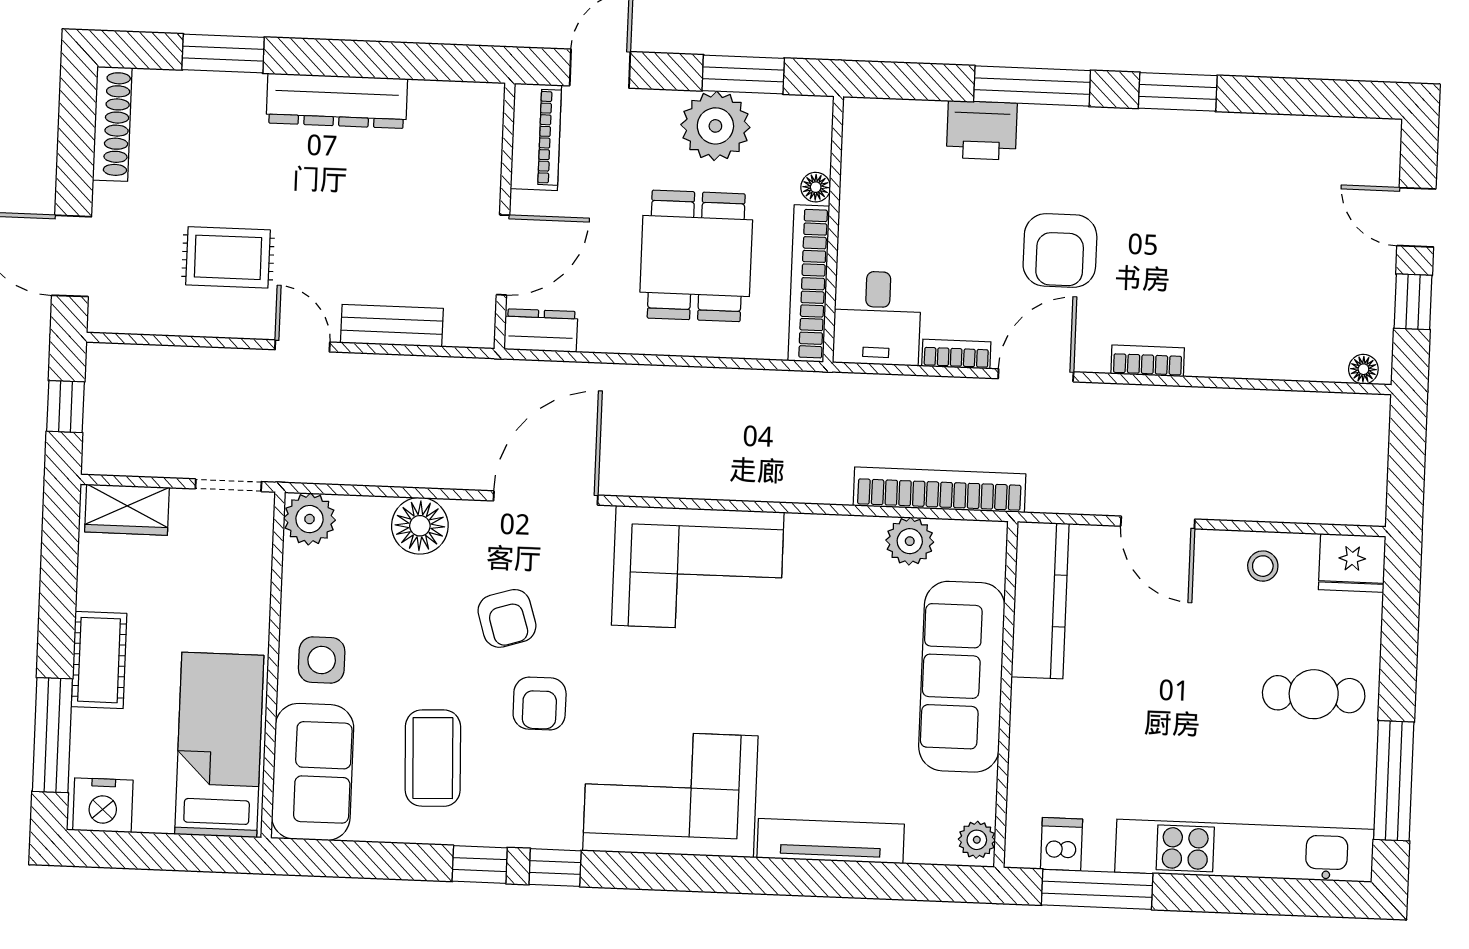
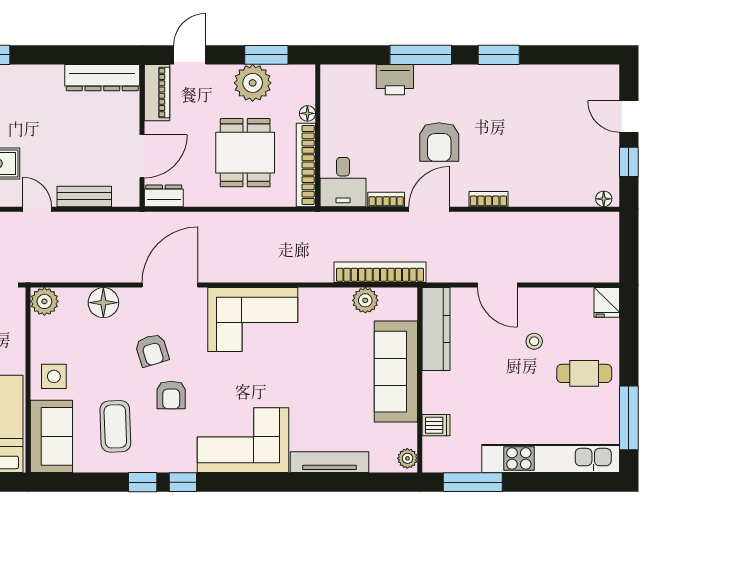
dresser: (337, 101) -> (102, 78), moved
fridge: (1352, 563) -> (607, 302), width x0.72
stool: (1263, 566) -> (534, 341), moved
dishwasher: (1061, 844) -> (436, 425), moved, turned 90

